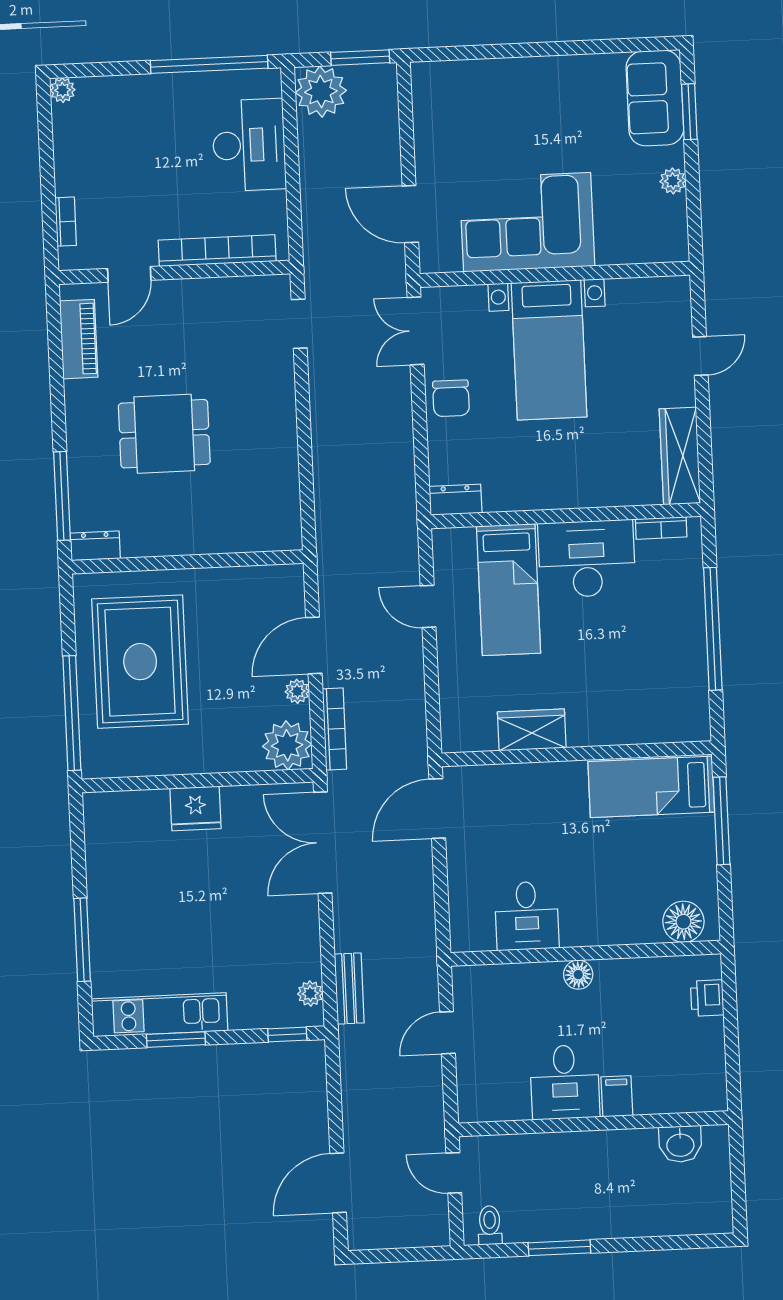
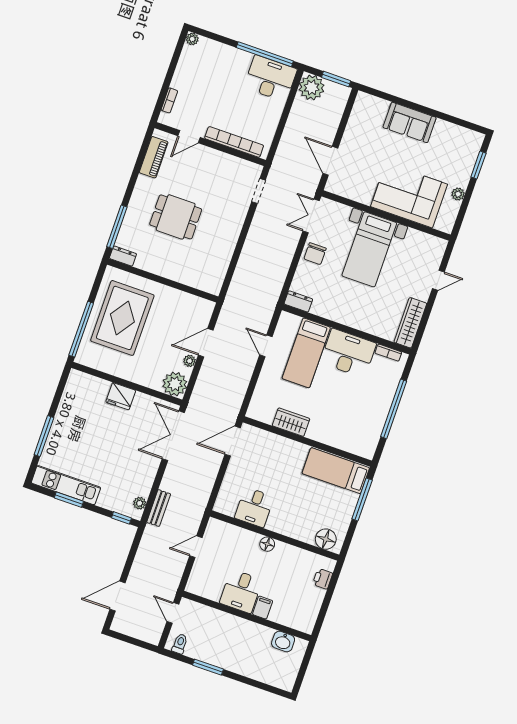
sofa: (655, 98) -> (410, 122), moved, turned -90
desk: (249, 145) -> (270, 78), moved, turned -90
corner sofa: (527, 222) -> (409, 195), moved
bookcase: (334, 729) -> (200, 385), removed

